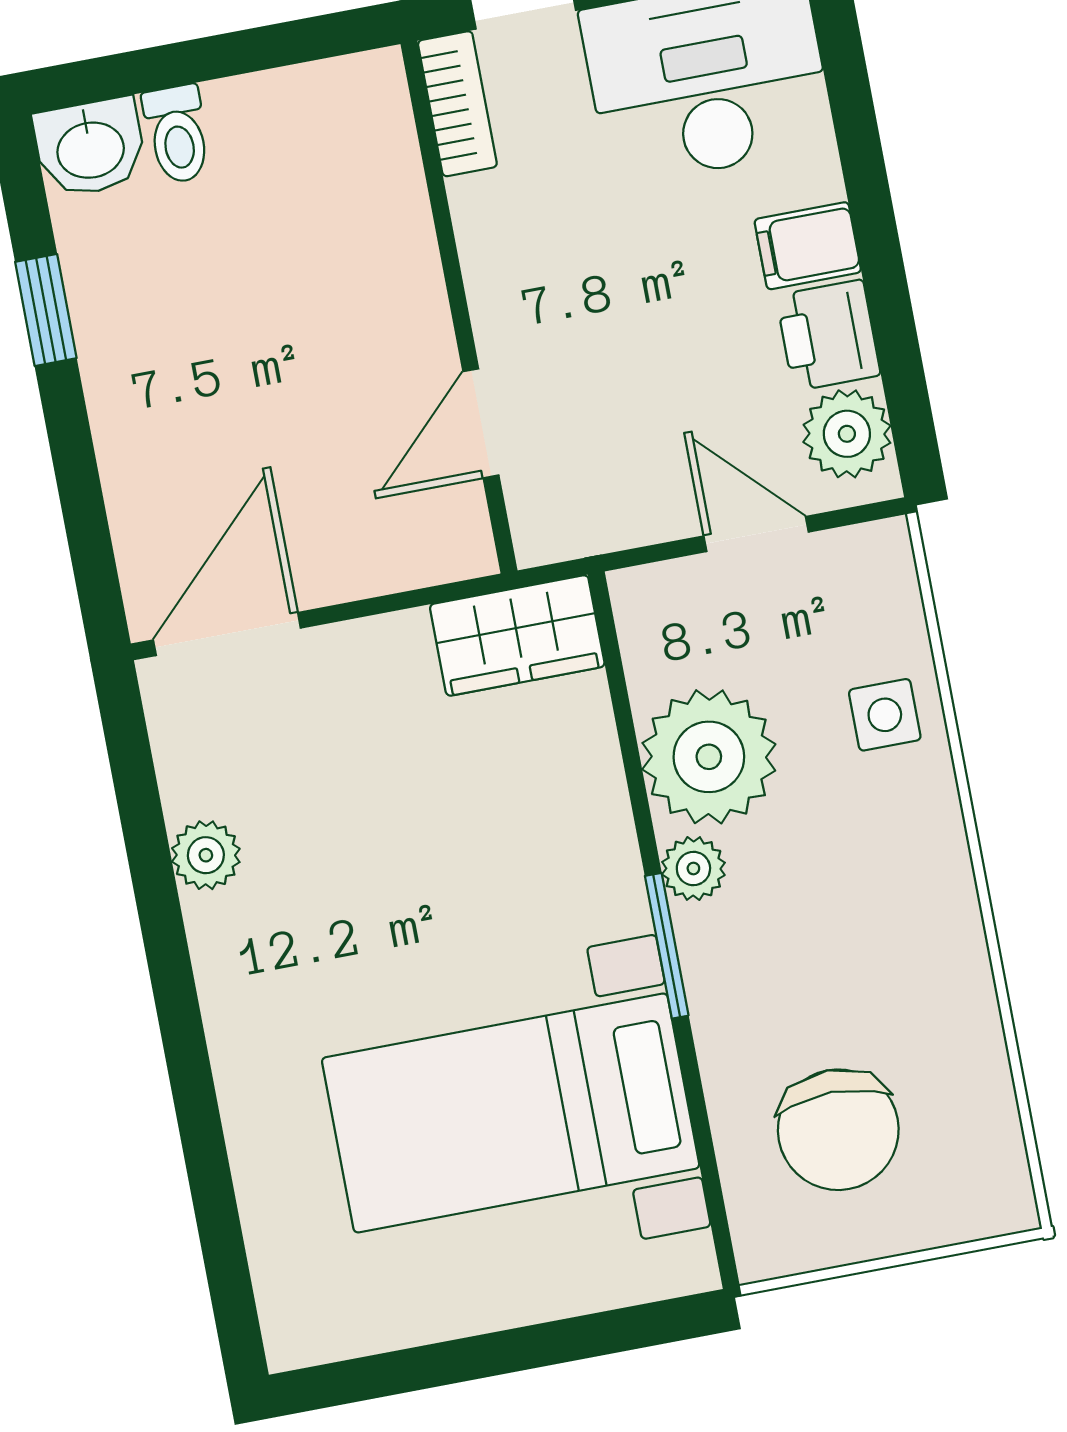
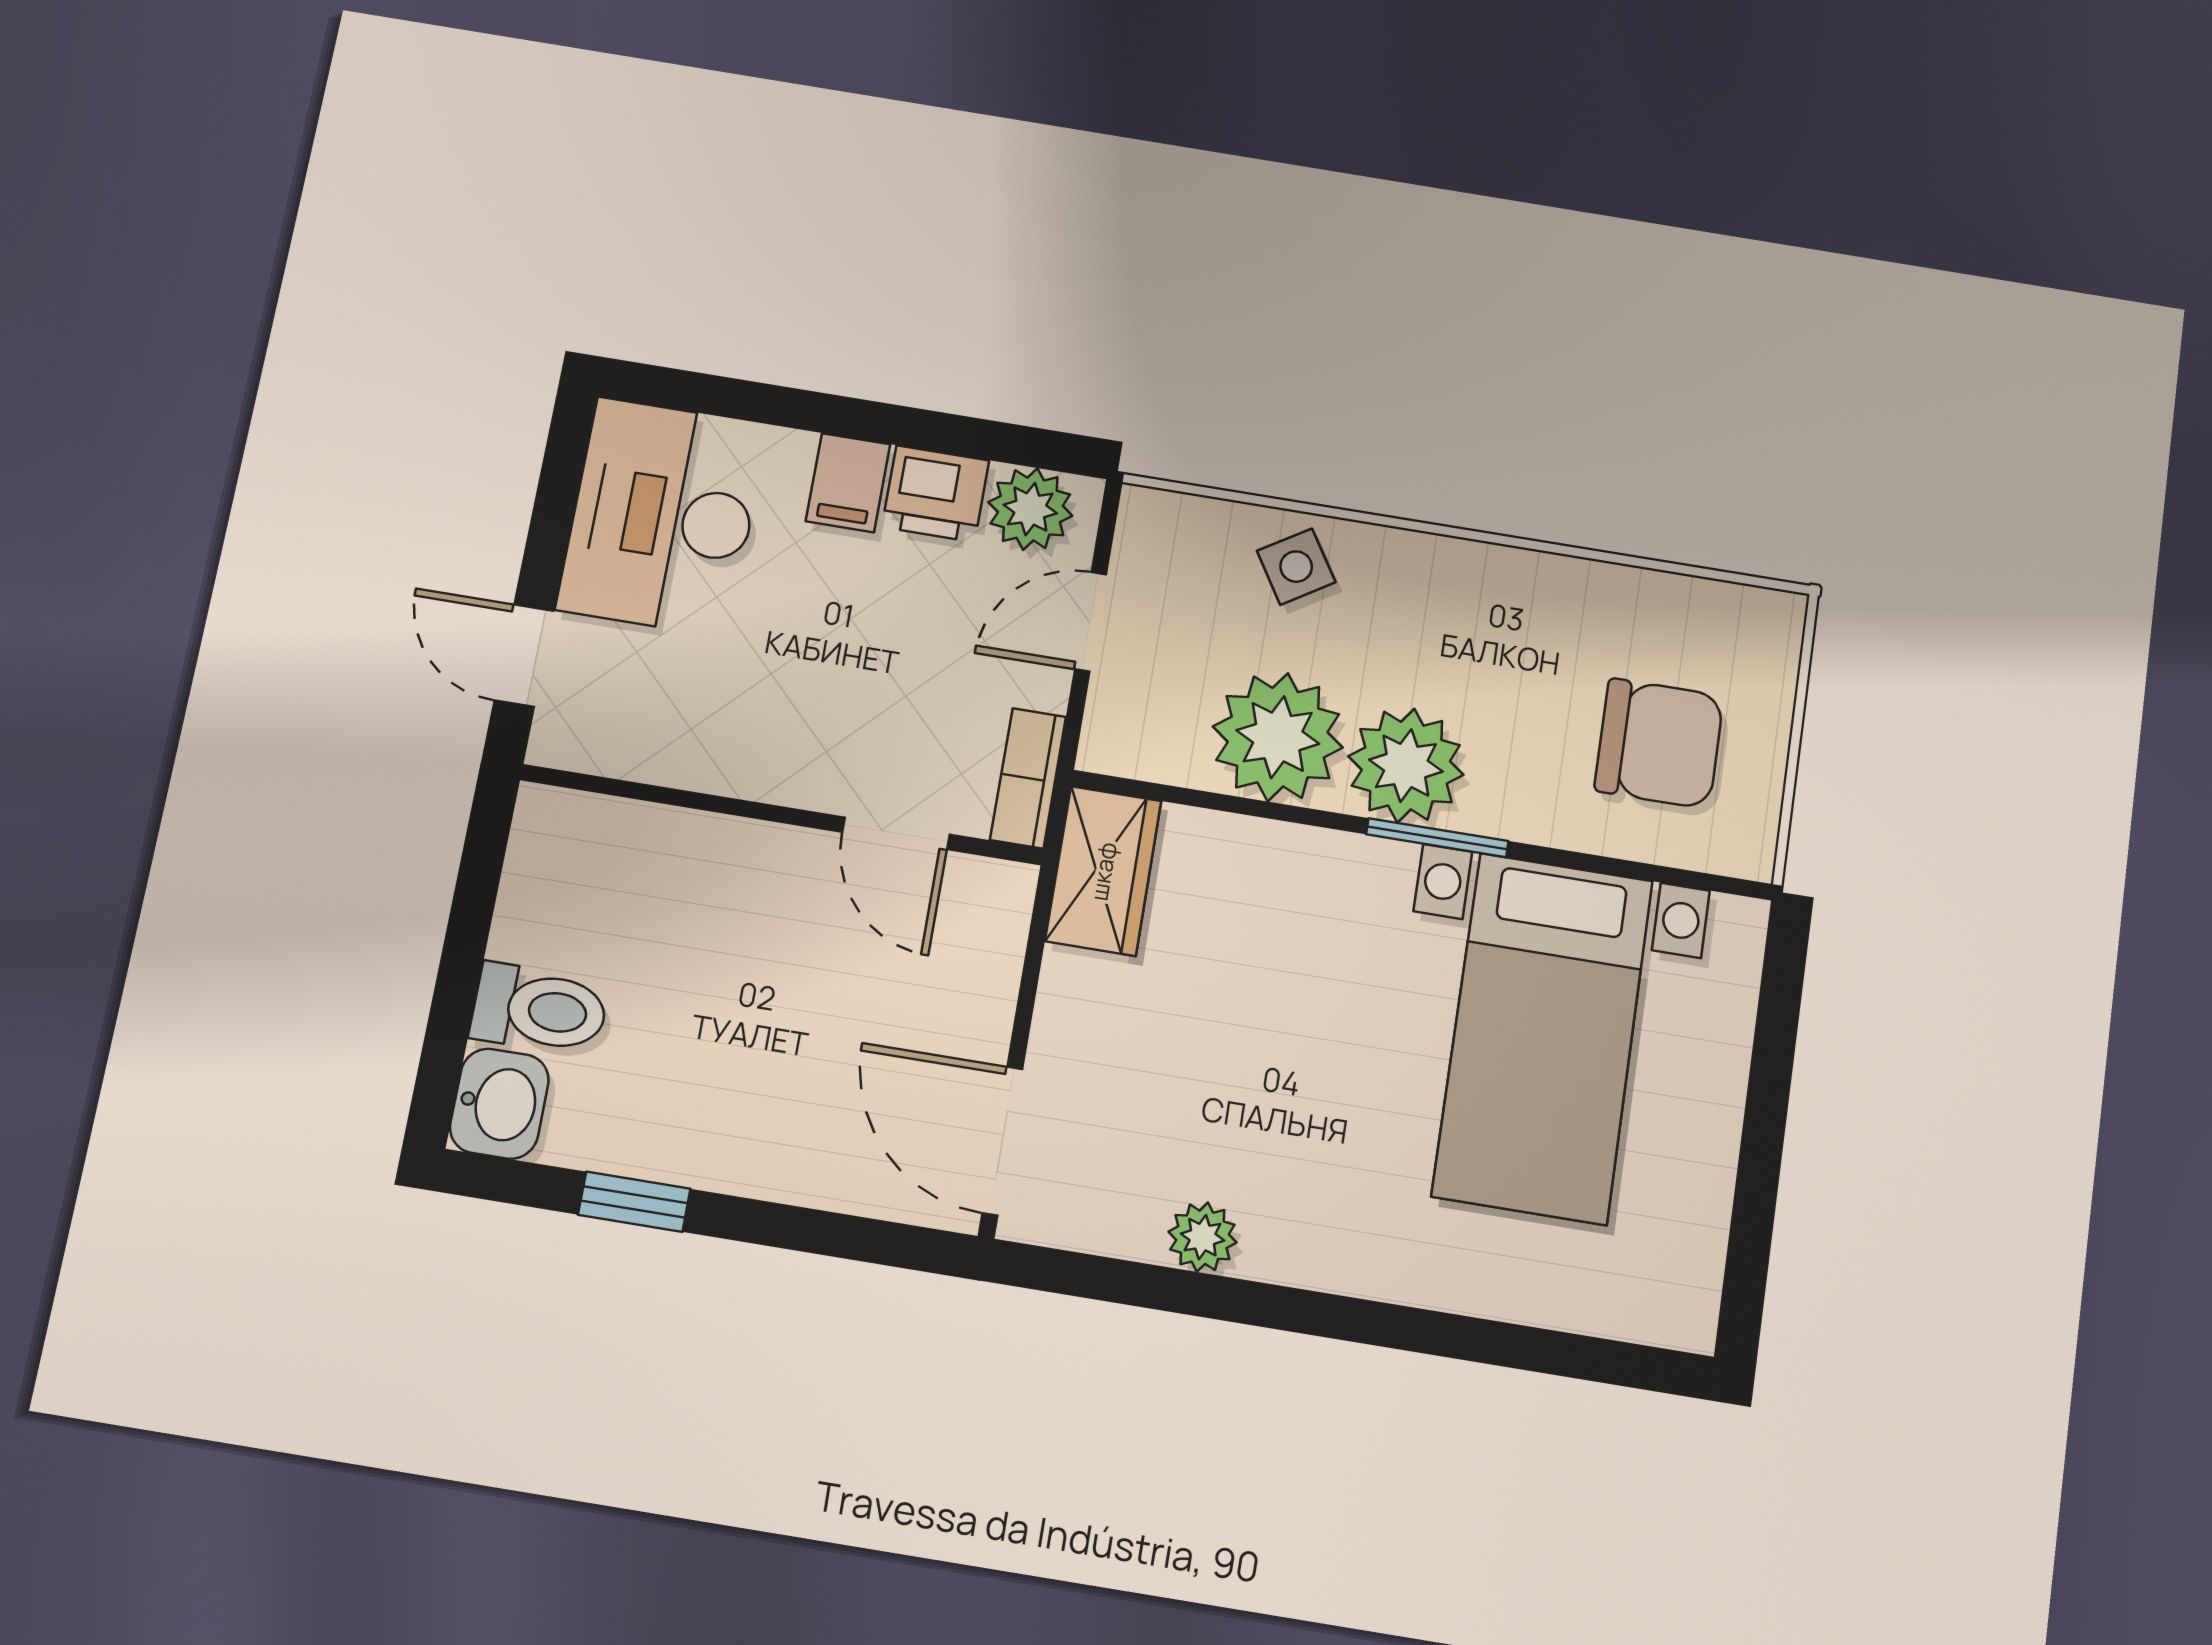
bookcase: (457, 104) -> (1028, 778), moved, turned -90
toilet: (177, 134) -> (540, 1009), width x1.37, depth x1.39
side table: (885, 715) -> (1296, 567), turned -32
plant: (693, 869) -> (1406, 766), width x1.88, depth x1.88

